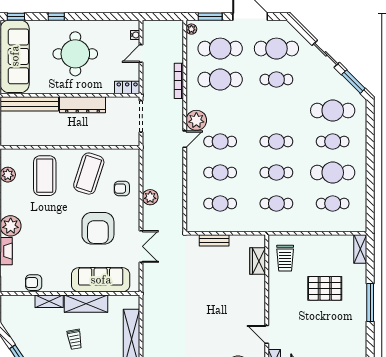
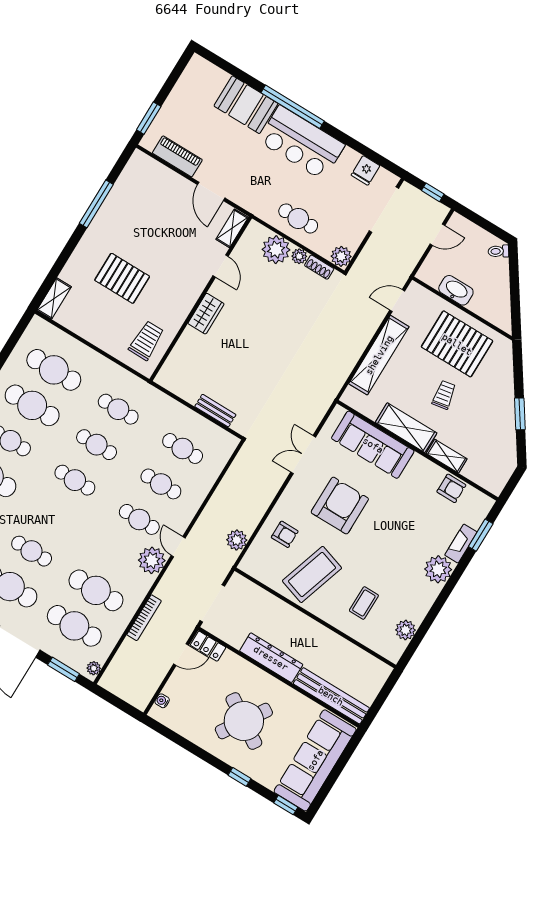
round table: (75, 54) -> (244, 721), turned 33
door: (141, 54) -> (181, 655), moved
door: (185, 139) -> (178, 547), hinge flipped
coffee table: (45, 176) -> (364, 603), width x0.54, depth x0.58
plant: (150, 197) -> (237, 540), moved
cafe table: (333, 204) -> (54, 370), width x1.37, depth x1.35
wardrobe: (258, 261) -> (206, 314), moved
window: (370, 302) -> (96, 204), moved

